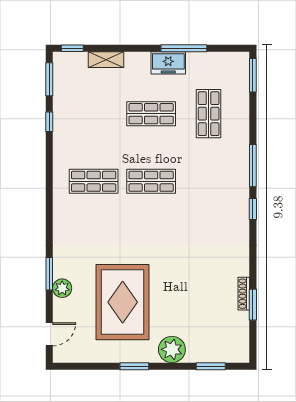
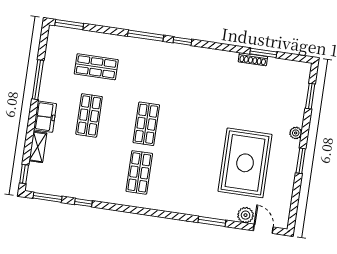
freezer: (168, 63) -> (45, 117), moved
plant: (62, 288) -> (246, 215), moved
rug: (123, 302) -> (245, 163), turned 90
plant: (172, 349) -> (296, 133), width x0.53, depth x0.53

